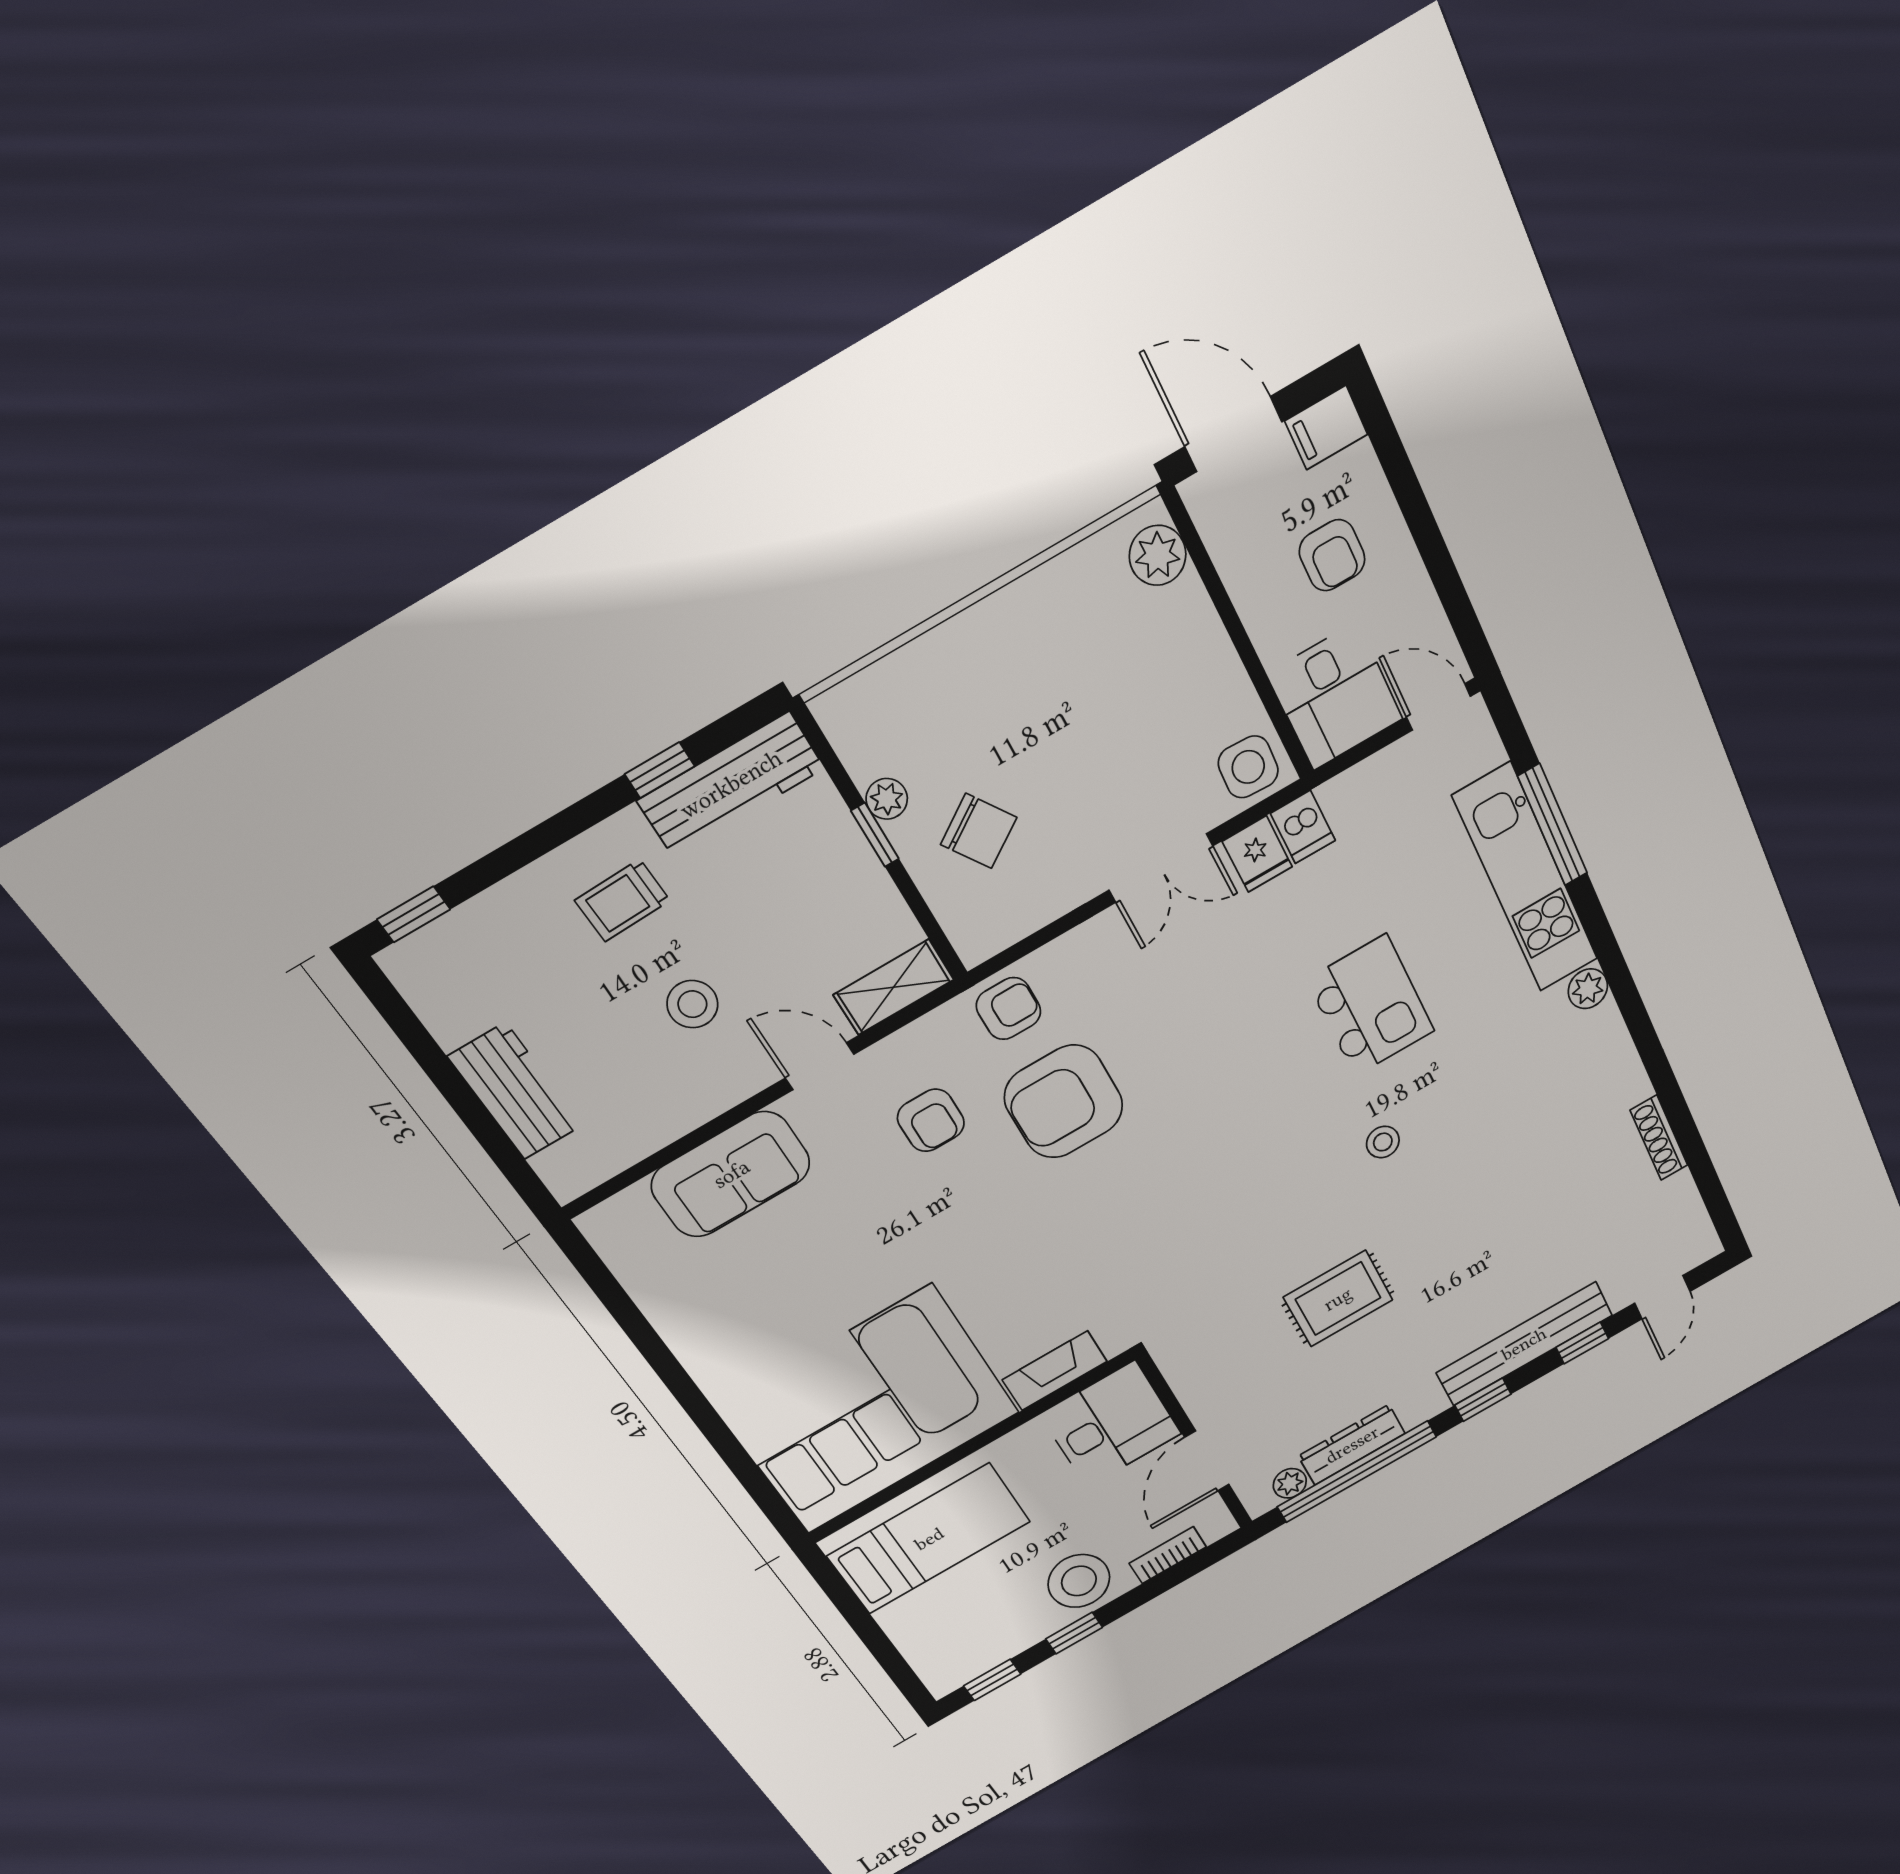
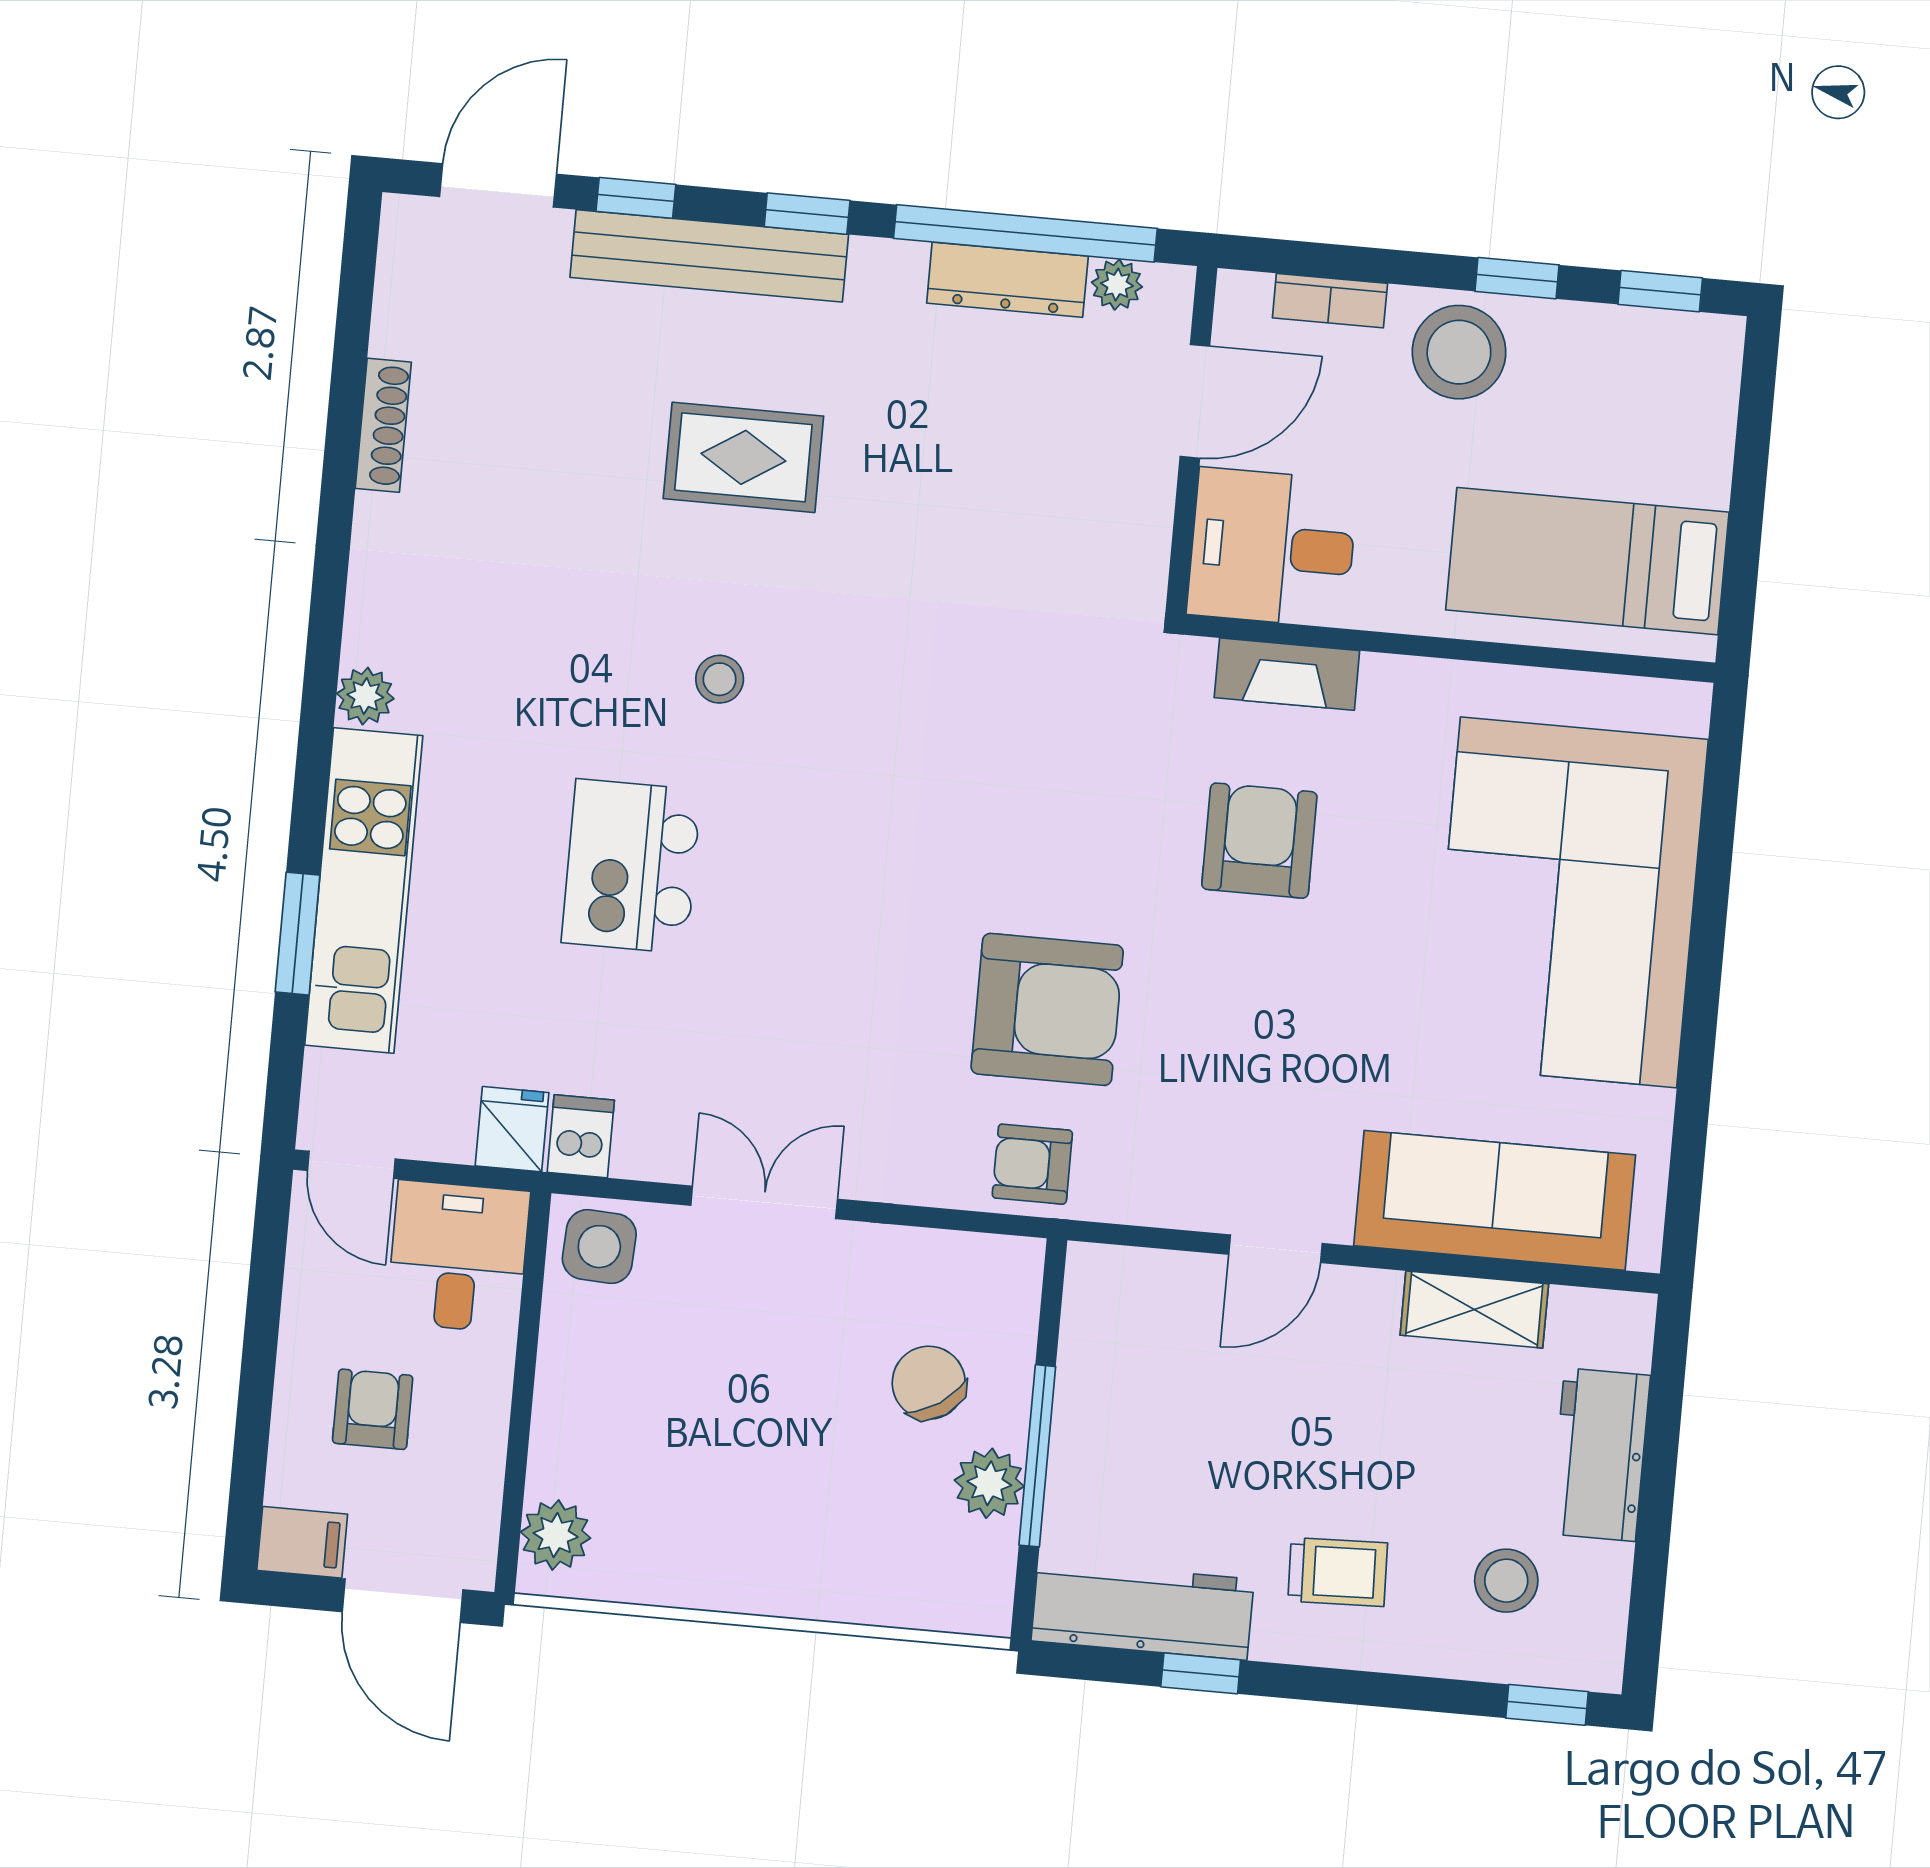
plant: (887, 799) -> (989, 1483), width x1.38, depth x1.38
window: (1553, 825) -> (298, 934), width x0.69
window: (875, 835) -> (1037, 1456), width x2.17
fridge: (1257, 854) -> (512, 1129), moved
shelving: (894, 987) -> (1474, 1310), moved
stool: (692, 1004) -> (1506, 1581), moved
door: (820, 1066) -> (1276, 1249), hinge flipped
armchair: (931, 1120) -> (1259, 841), moved, width x1.38, depth x1.38
sofa: (731, 1174) -> (1495, 1200), width x1.36
door: (1662, 1297) -> (498, 185), width x1.37
rug: (1338, 1299) -> (743, 457), moved
corner sofa: (869, 1410) -> (1569, 902), moved, turned 90

